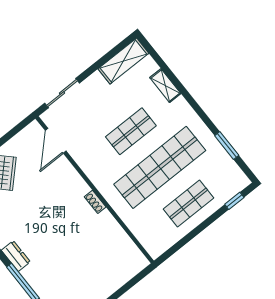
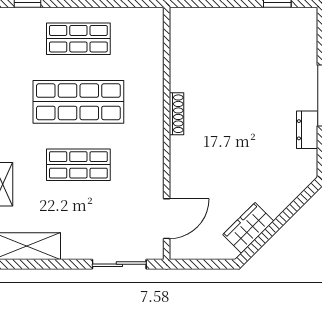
shop shelf: (160, 167) -> (78, 102), width x0.71
shoe rack: (95, 202) -> (177, 114), width x1.43

